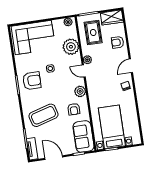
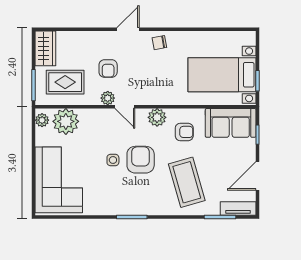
armchair: (118, 42) -> (108, 69), moved
plant: (71, 47) -> (66, 121), moved
door: (131, 66) -> (128, 29), swing flipped
door: (84, 71) -> (125, 107), hinge flipped
armchair: (32, 81) -> (141, 160), moved

